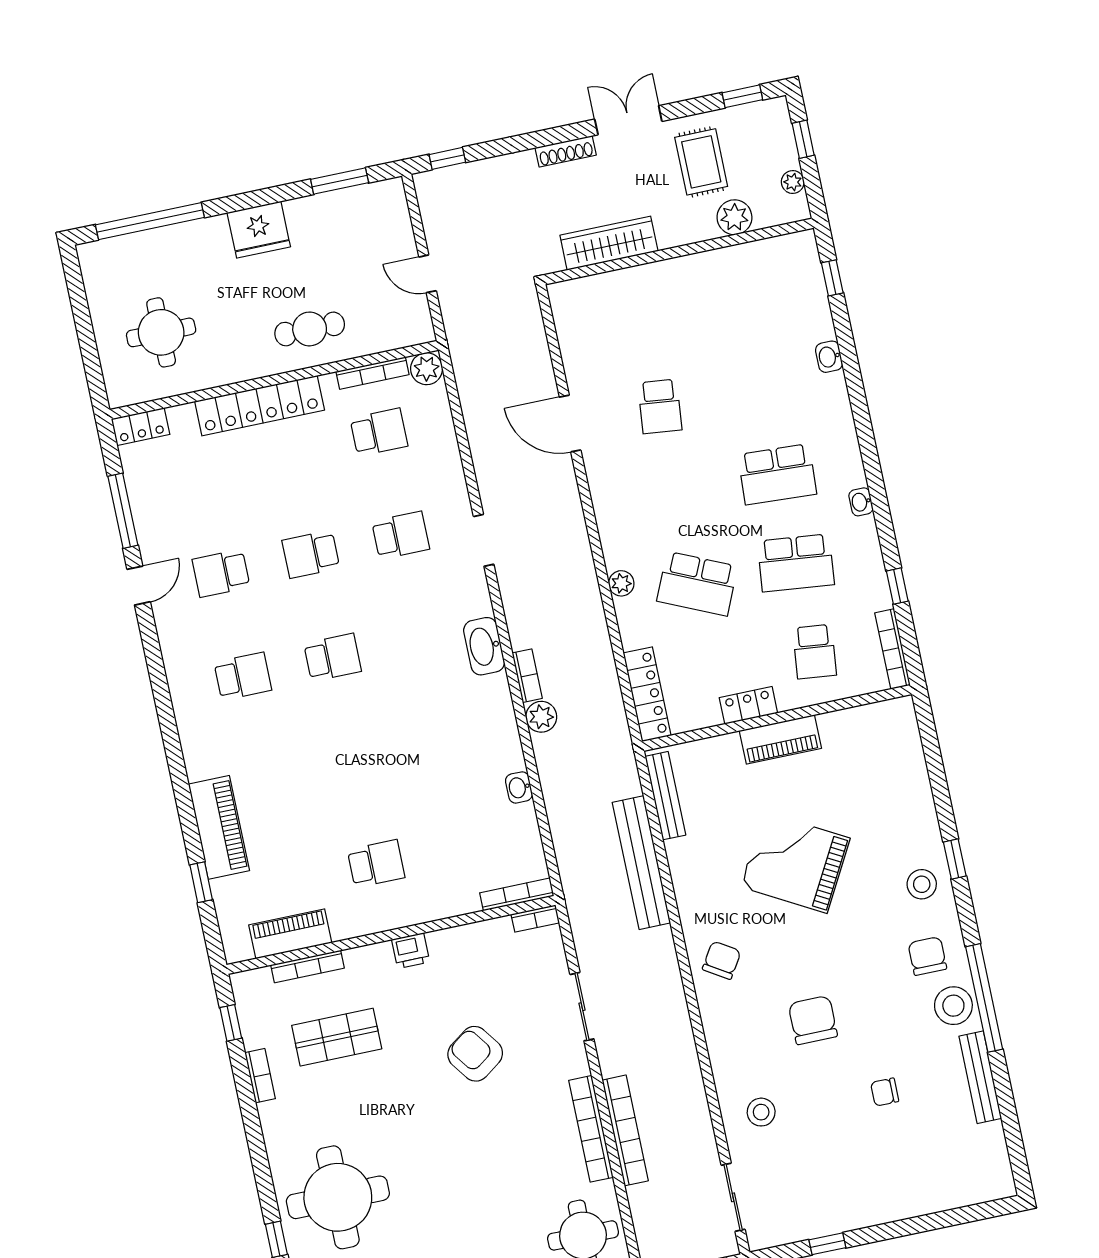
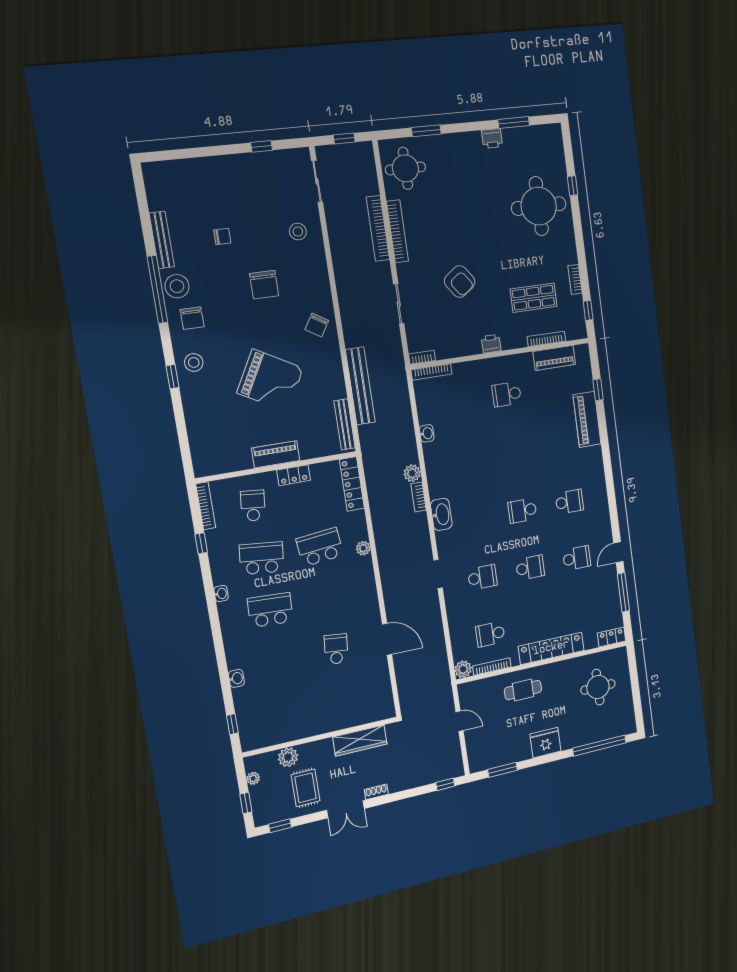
shoe rack: (566, 151) -> (376, 792), width x0.70
school desk: (401, 535) -> (482, 577), turned 180
school desk: (697, 584) -> (320, 547), turned -30
school desk: (243, 676) -> (569, 502), turned 180

